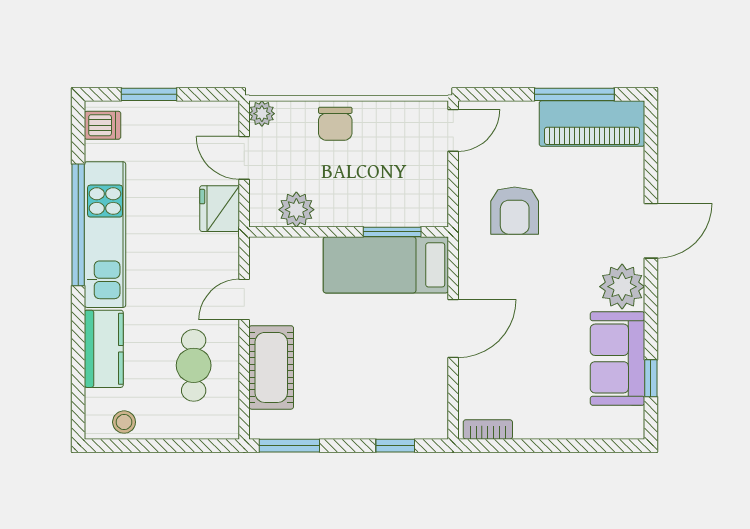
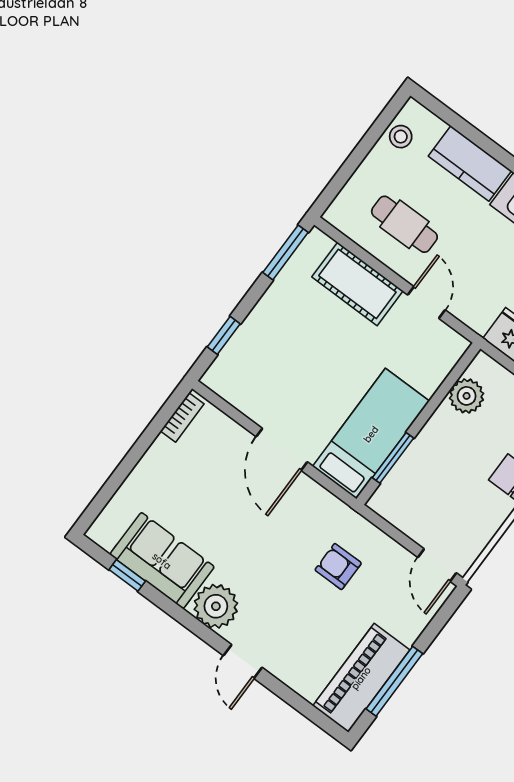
armchair: (515, 211) -> (338, 567), width x0.72, depth x0.72
door: (651, 231) -> (243, 662), width x0.73

